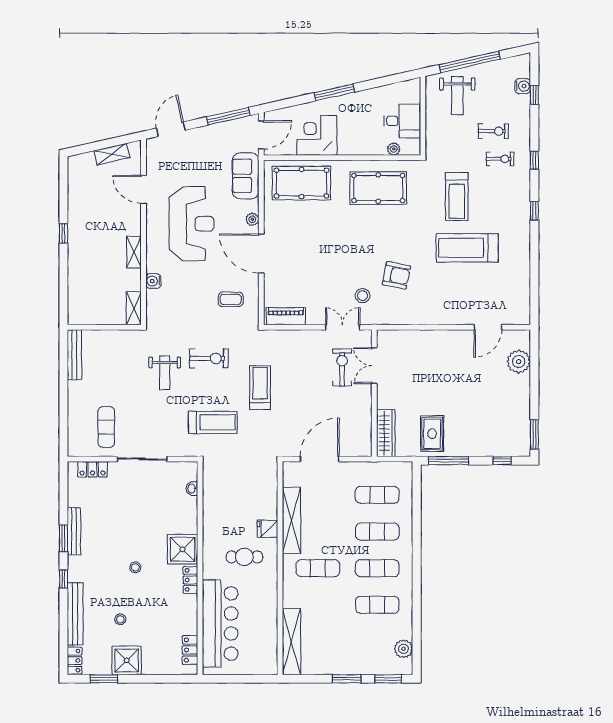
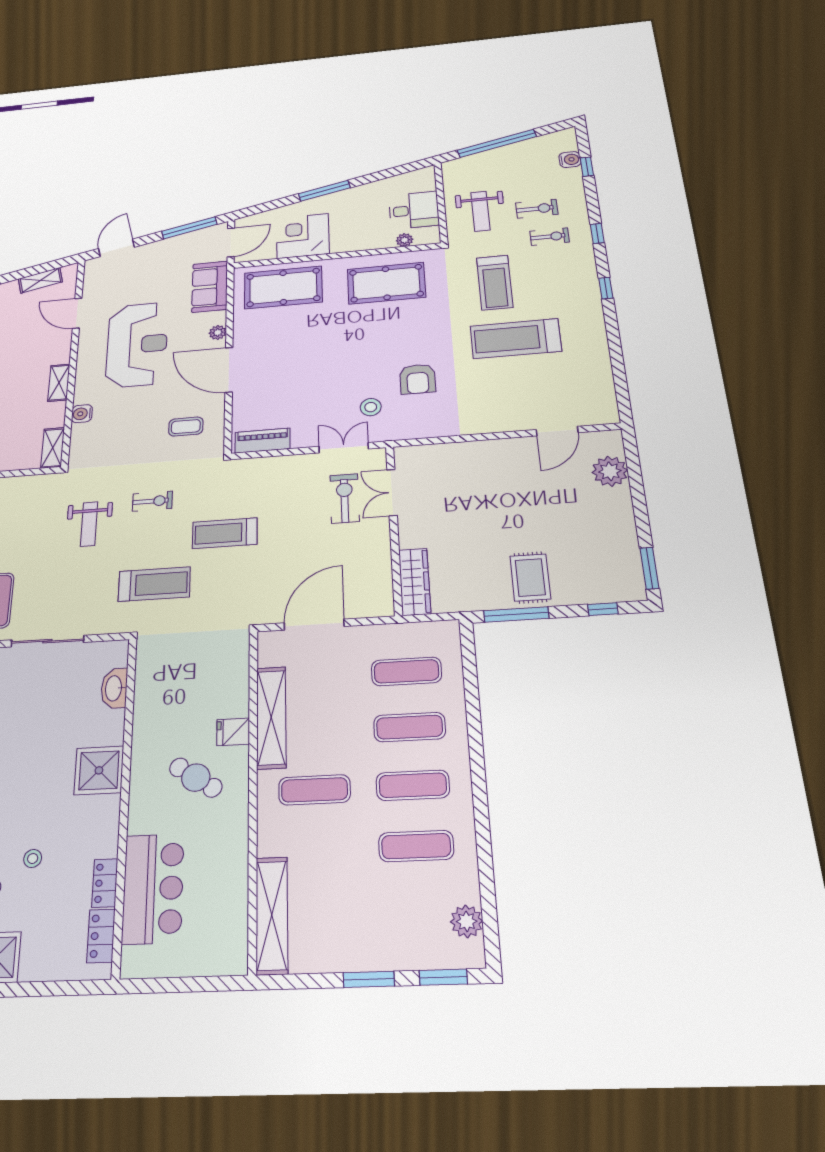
weight bench: (457, 96) -> (480, 211), moved
armchair: (396, 275) -> (418, 379), turned 79
exercise bike: (209, 358) -> (152, 501), width x0.73, depth x0.72
treadmill: (260, 388) -> (225, 533), turned -90
rug: (432, 434) -> (530, 577), moved
washbasin: (192, 489) -> (114, 688), width x1.91, depth x1.45
cafe table: (244, 557) -> (196, 778), turned 33
stool: (135, 567) -> (33, 858), moved
locker: (190, 580) -> (105, 883), moved
bar counter: (220, 624) -> (153, 888), width x0.73

